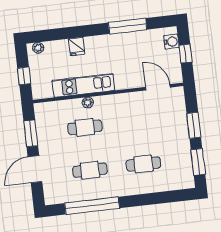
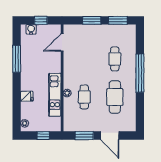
cafe table: (90, 170) -> (115, 97), width x1.37, depth x1.35
window: (92, 206) -> (140, 73), moved

